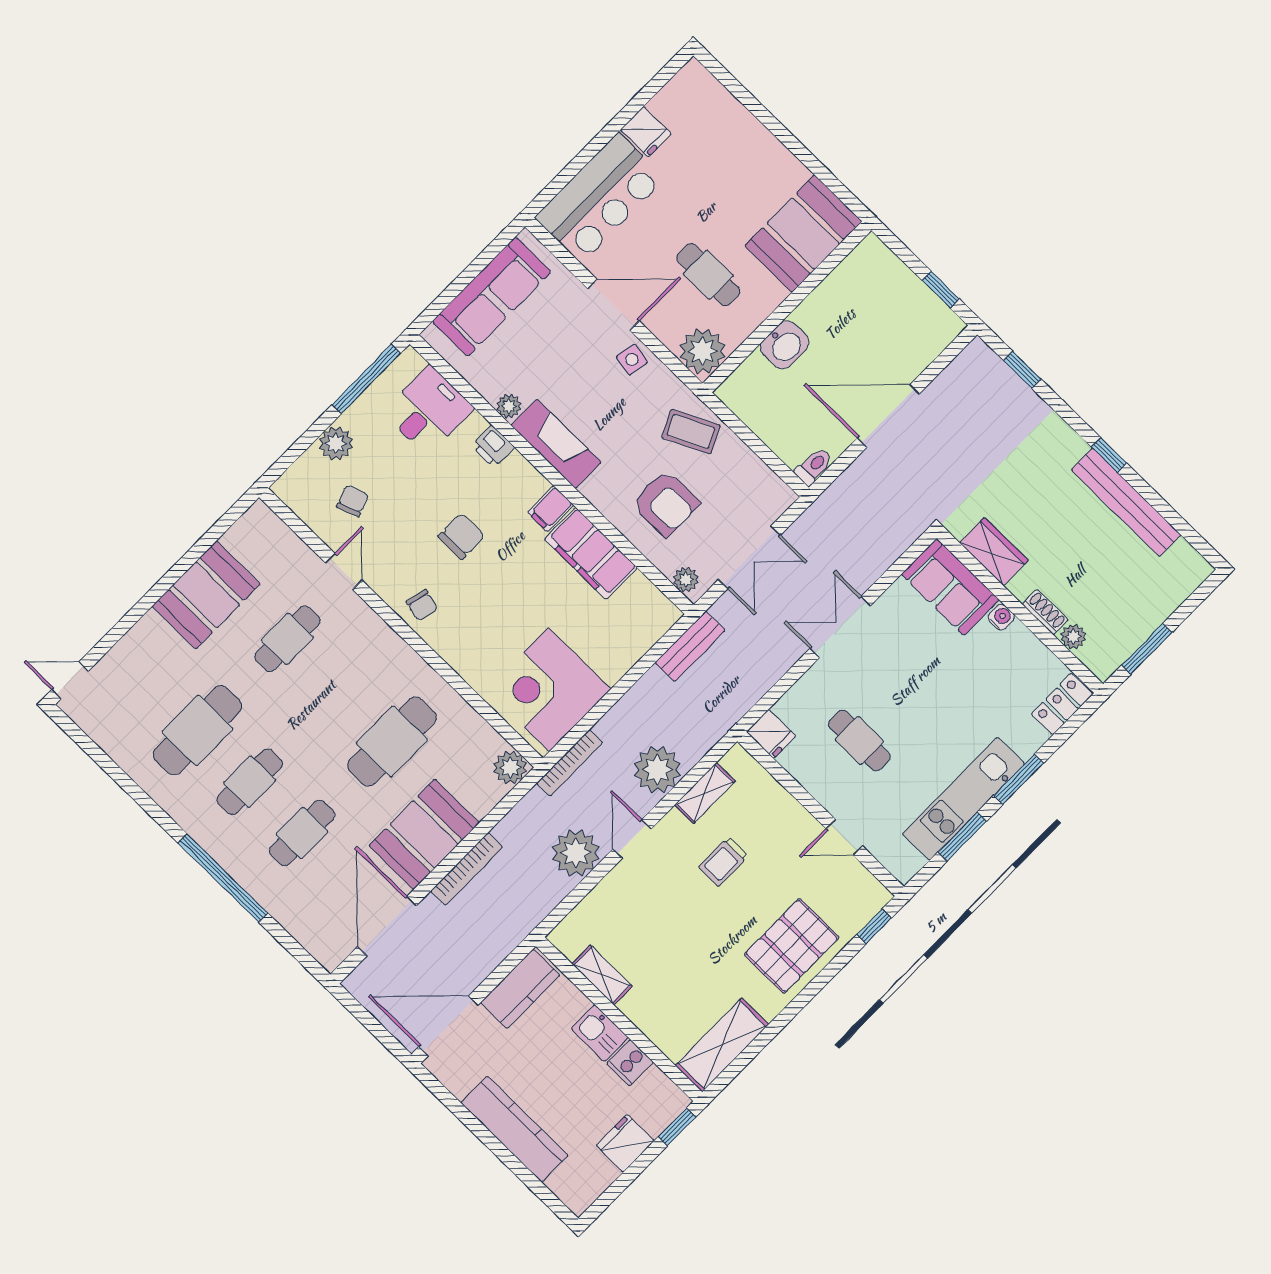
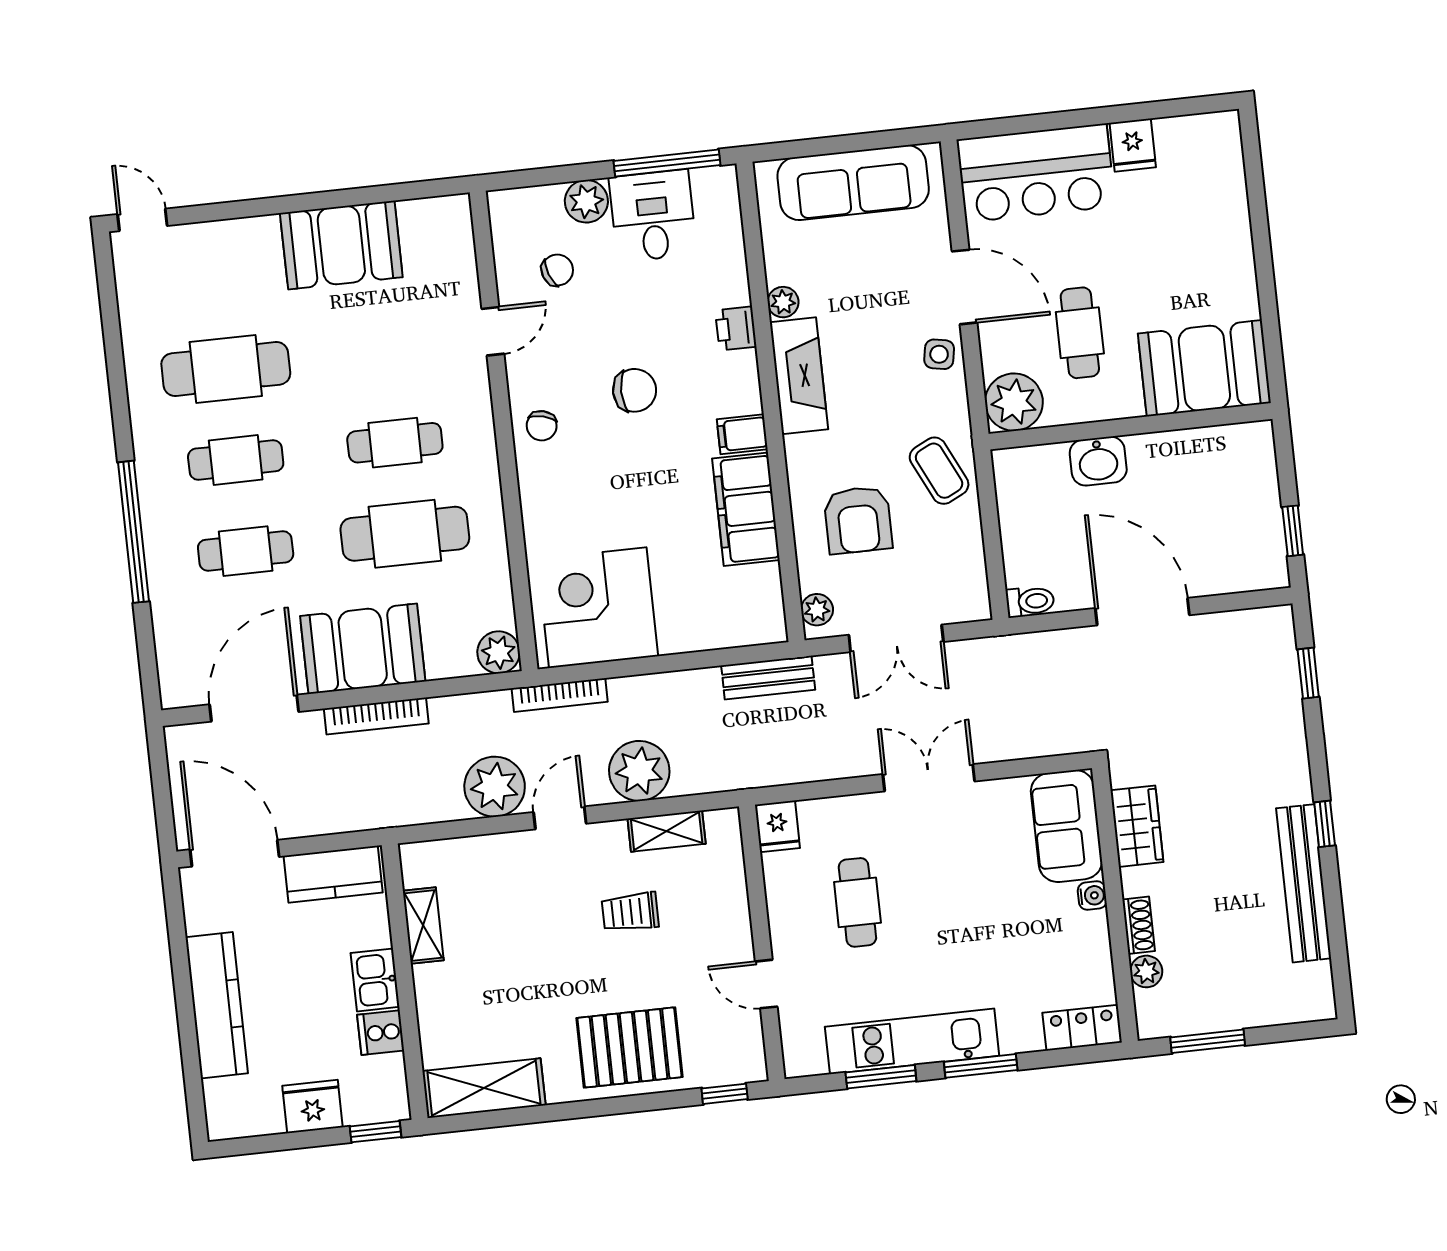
desk: (428, 410) -> (653, 216), moved, turned -90
cafe table: (287, 639) -> (395, 443), moved

